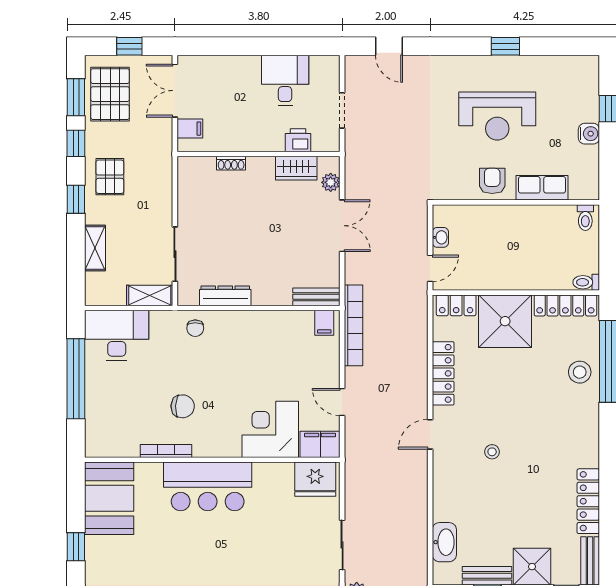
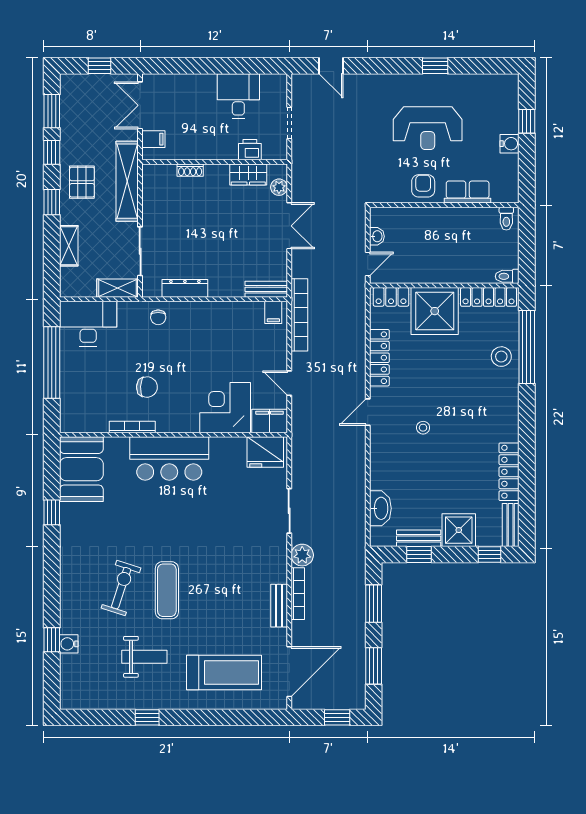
pallet: (110, 94) -> (82, 108), removed
shelving: (160, 176) -> (127, 181), added

